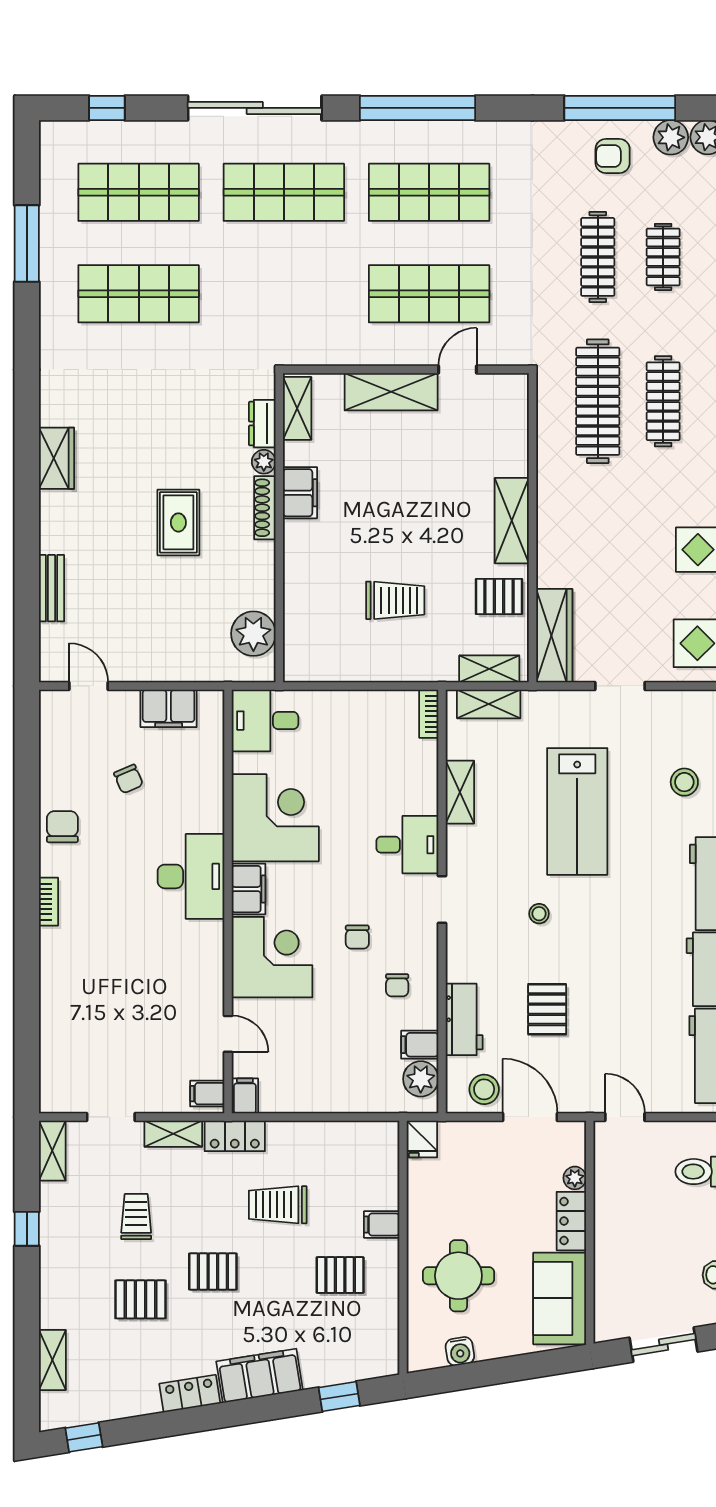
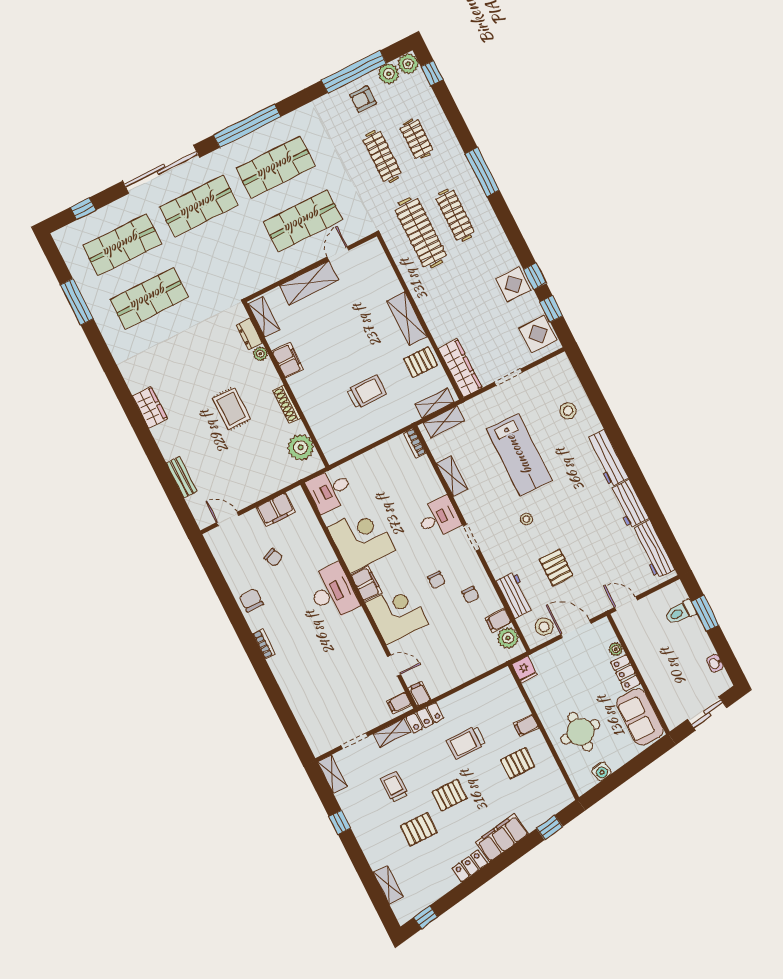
shoe rack: (265, 508) -> (286, 404), moved

